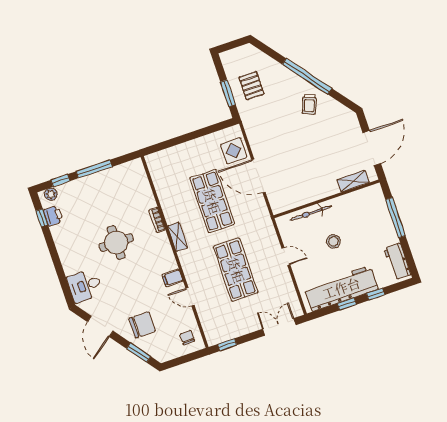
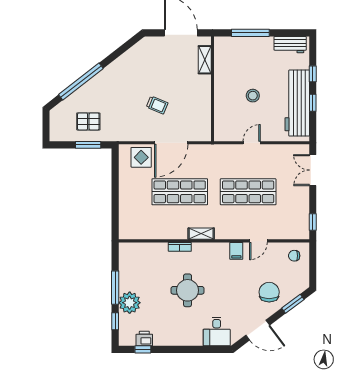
window: (307, 76) -> (81, 82), moved
trolley: (309, 104) -> (157, 105), moved
plant: (51, 194) -> (130, 303), moved, width x1.88, depth x1.88
bicycle: (311, 213) -> (220, 107), removed

